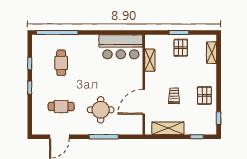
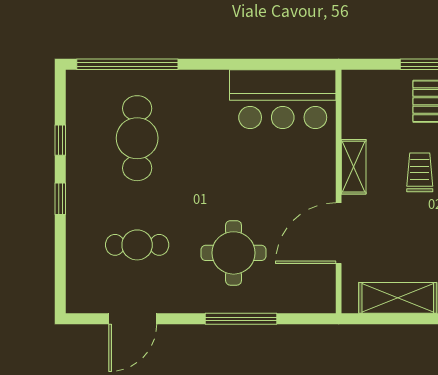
shelving: (150, 60) -> (354, 167), moved
cafe table: (61, 63) -> (137, 138), width x1.37, depth x1.35
trolley: (174, 96) -> (420, 172), moved

